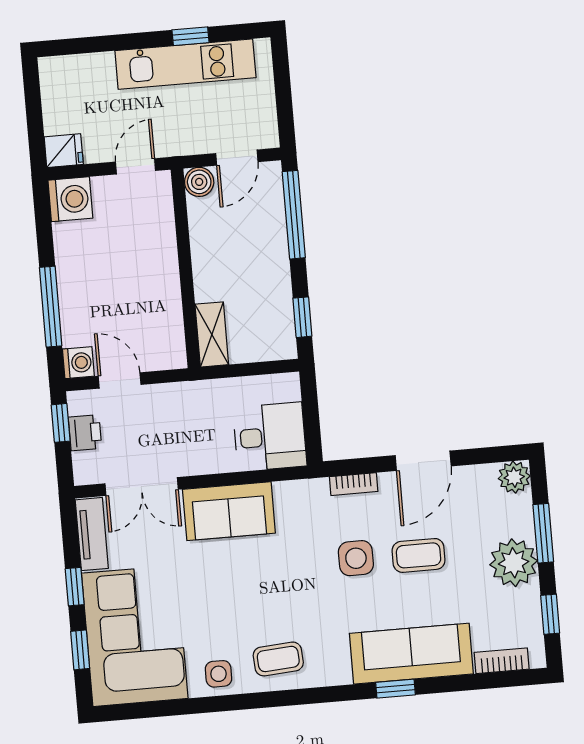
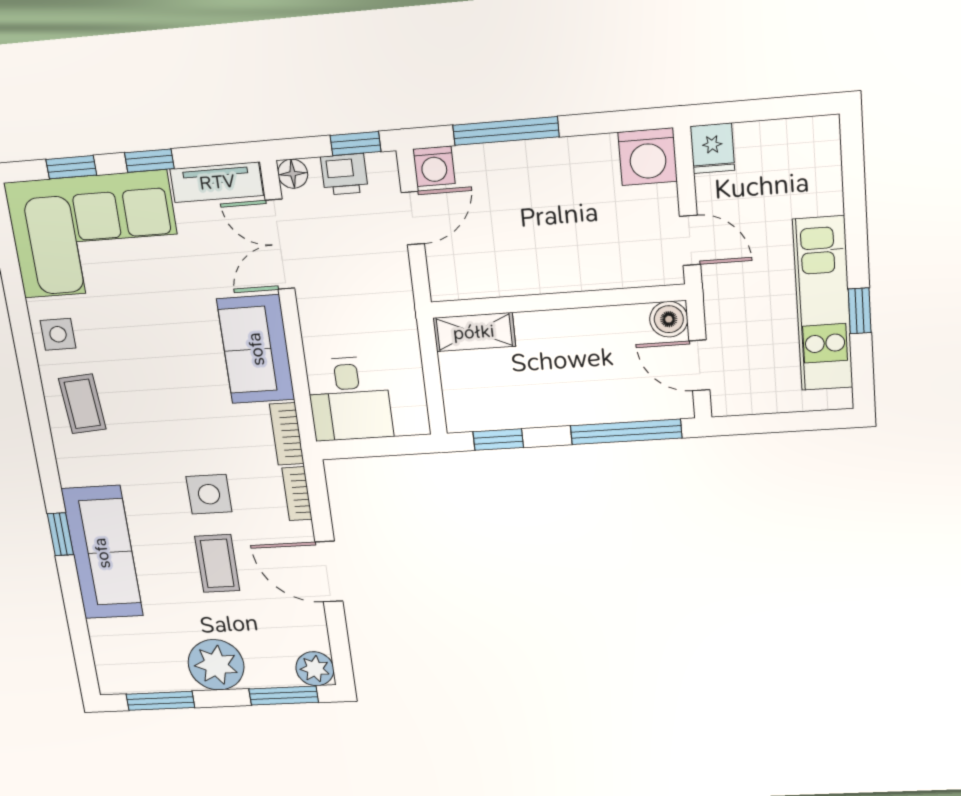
floor lamp: (85, 473) -> (293, 174), added
window: (543, 533) -> (284, 696), moved
window: (550, 614) -> (160, 701), width x1.50
bookcase: (502, 661) -> (287, 434), moved, turned 180

